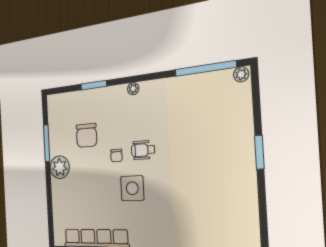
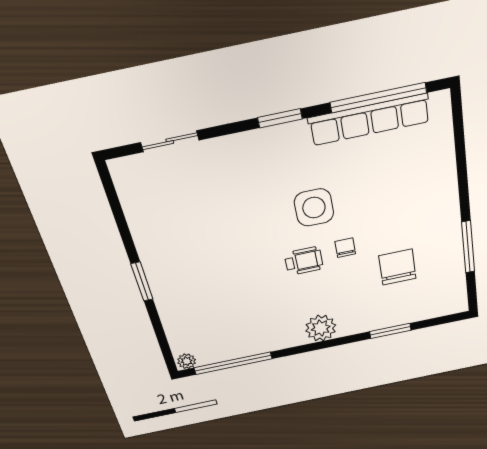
plant: (133, 89) -> (321, 328), width x1.87, depth x1.87
plant: (60, 167) -> (443, 216), removed

